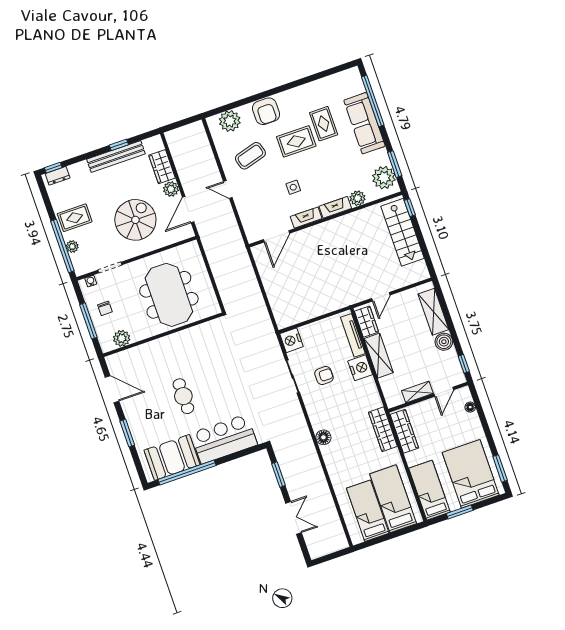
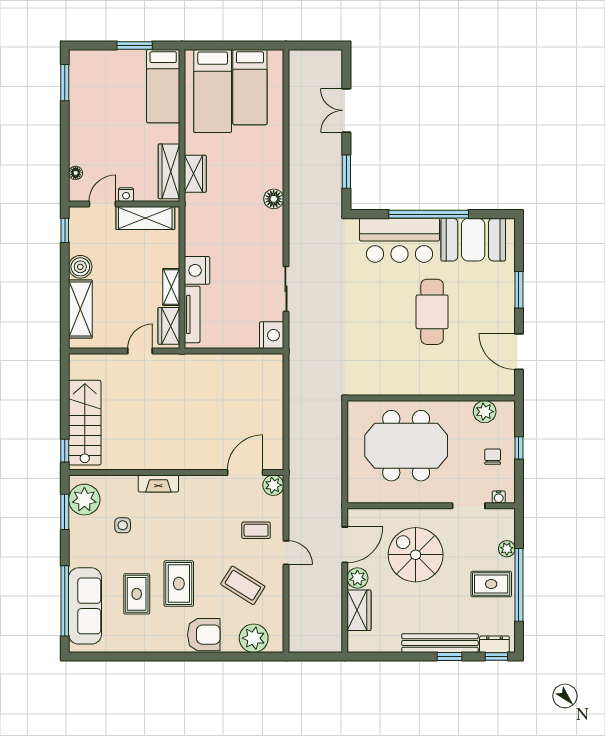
armchair: (266, 111) -> (204, 635), turned 90
sofa: (364, 123) -> (85, 606), moved
rug: (296, 141) -> (179, 584), turned 90
window: (119, 145) -> (450, 656), moved
coffee table: (250, 156) -> (243, 585), turned 48
bench: (116, 157) -> (440, 643), moved
side table: (293, 187) -> (123, 525), moved
coffee table: (255, 198) -> (256, 530), added
plant: (358, 198) -> (273, 485), moved
fireplace: (306, 218) -> (200, 483), removed
spiral stairs: (135, 220) -> (416, 555), turned 90
window: (62, 246) -> (519, 585), moved
meeting table: (169, 295) -> (406, 446), turned 90
window: (88, 321) -> (519, 448), width x0.46
shelving: (379, 356) -> (171, 287), width x0.67, depth x0.75
armchair: (324, 376) -> (246, 276), removed
shelving: (417, 392) -> (145, 218), width x1.50, depth x1.33
cafe table: (183, 396) -> (432, 312), width x1.37, depth x1.35
nightstand: (429, 404) -> (126, 195), added
wardrobe: (383, 429) -> (195, 174), width x0.67
window: (187, 472) -> (429, 214), moved
bed: (471, 474) -> (104, 89), removed

